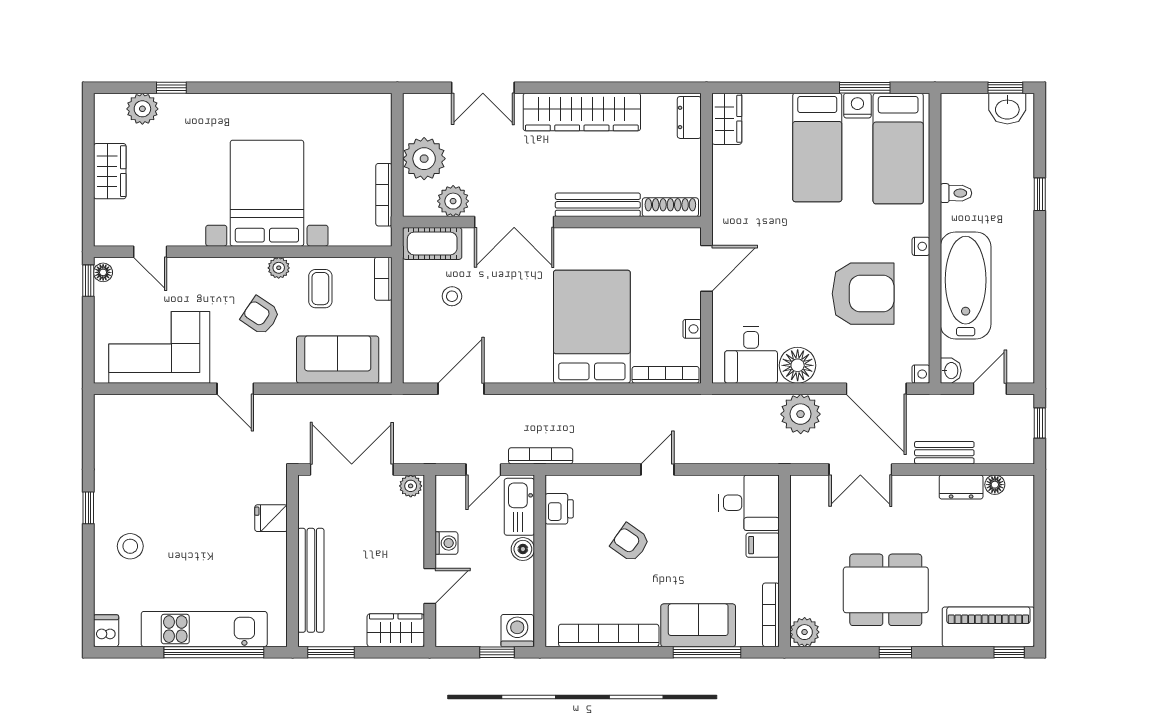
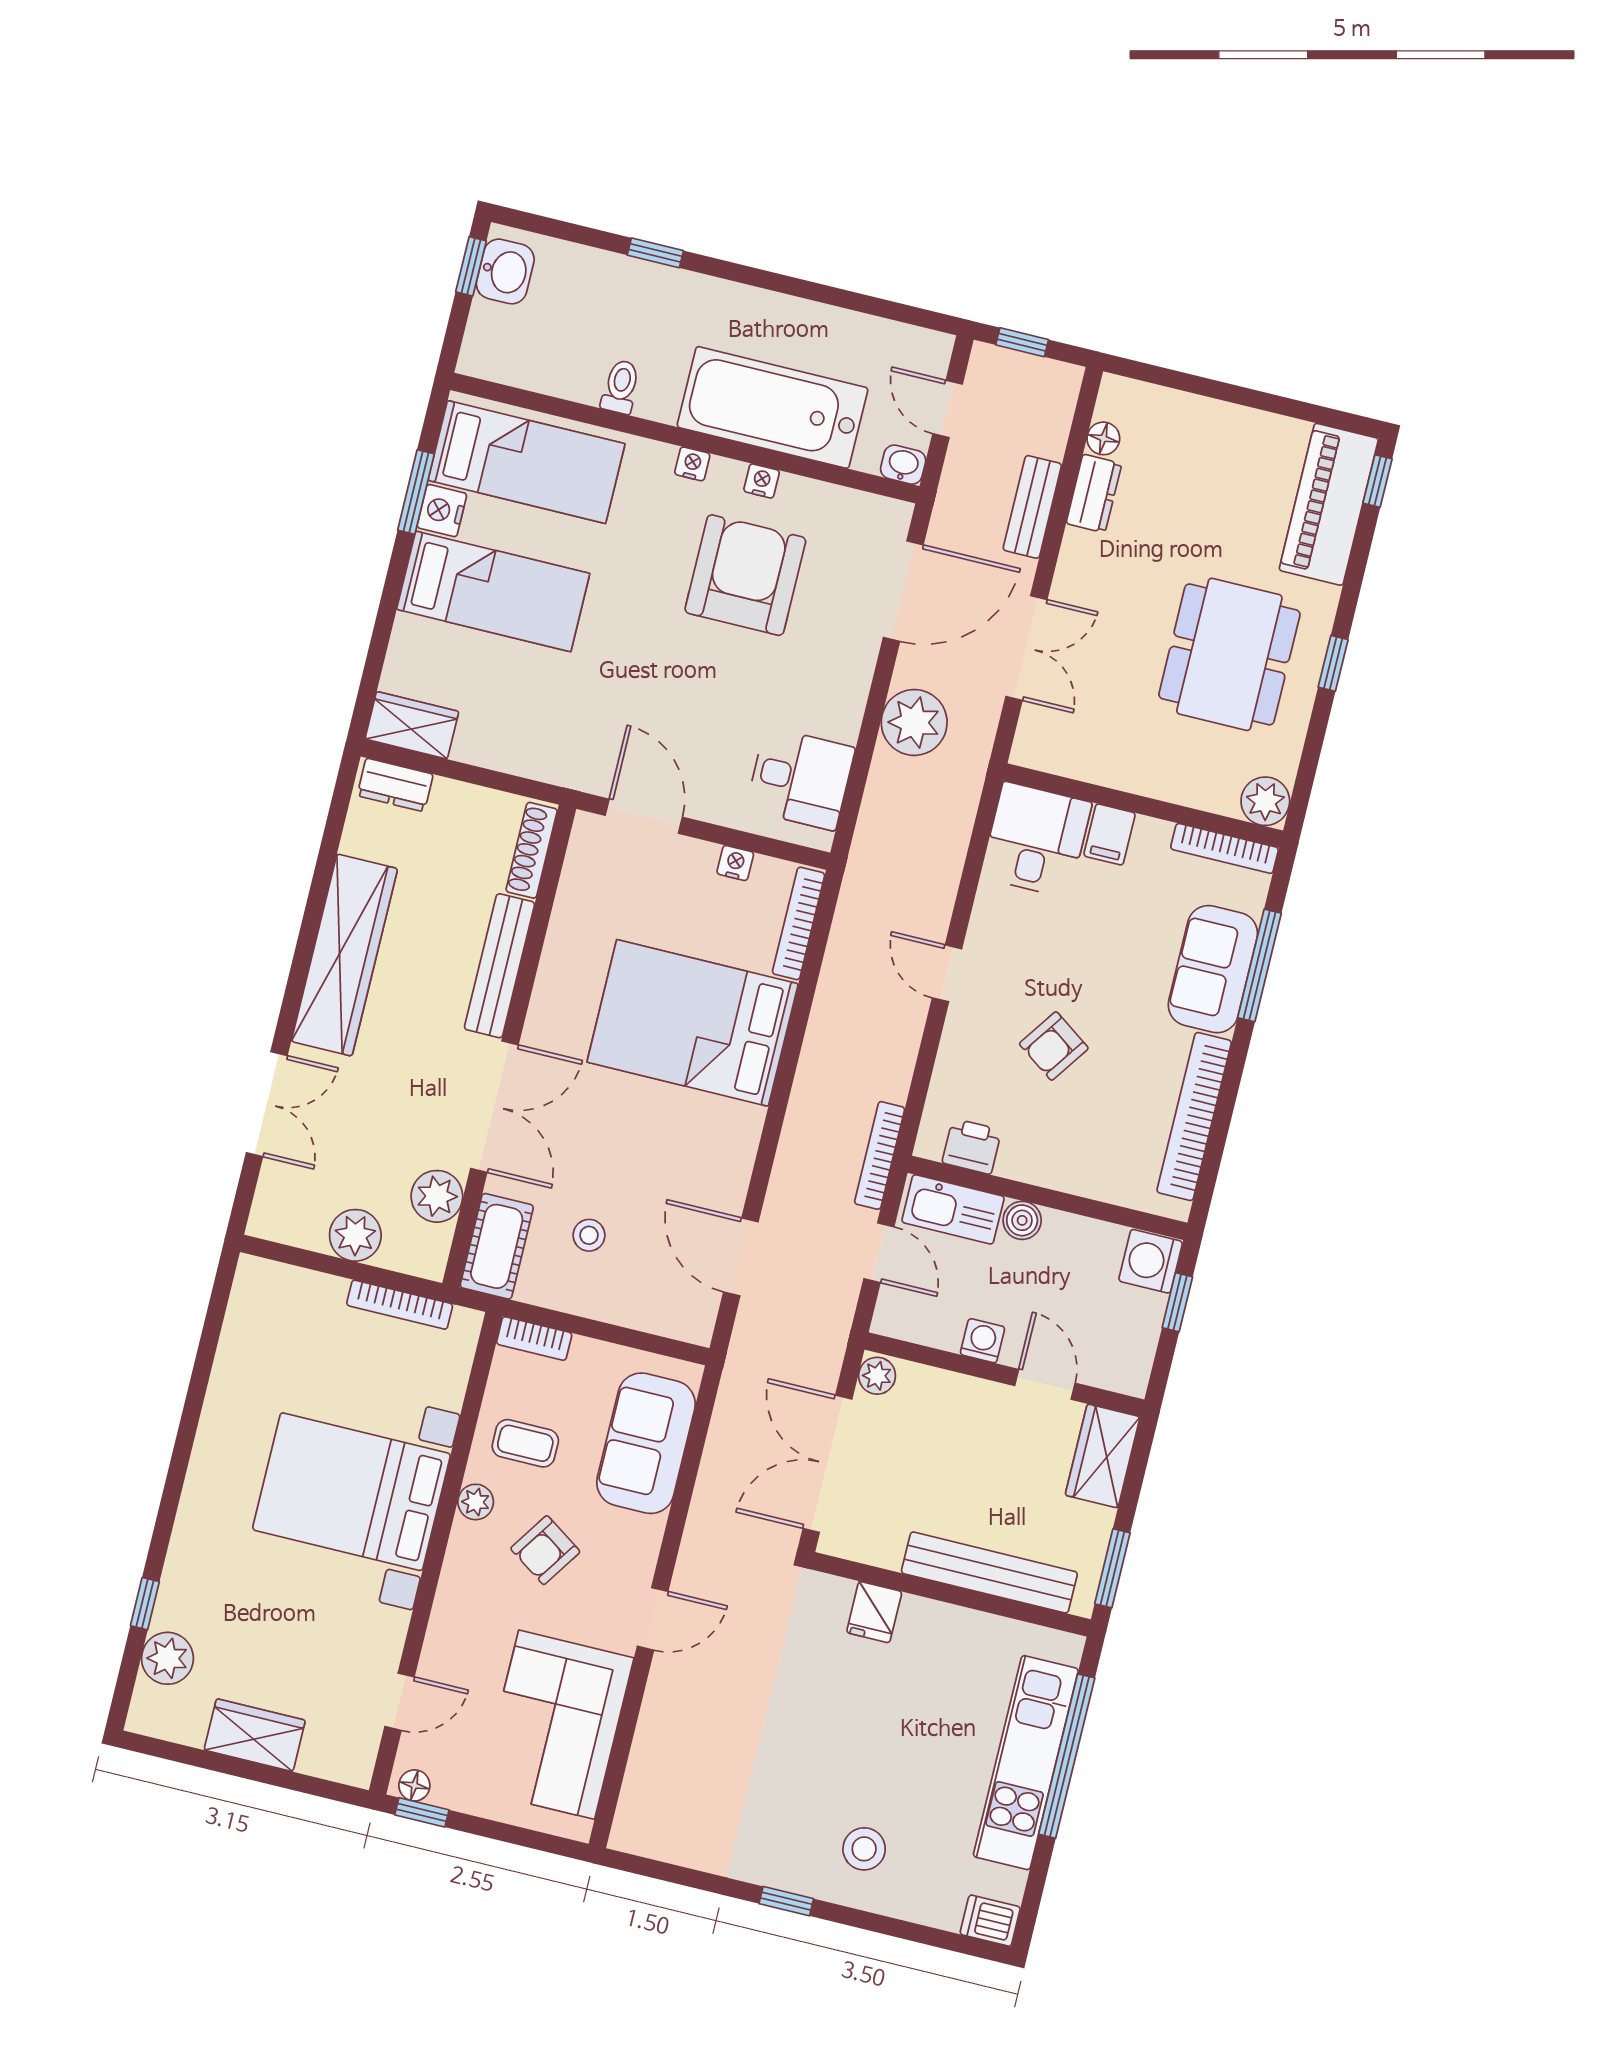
plant: (424, 159) -> (355, 1235), width x0.73, depth x0.73
floor lamp: (798, 365) -> (835, 708), removed
nightstand: (921, 374) -> (762, 481), moved

